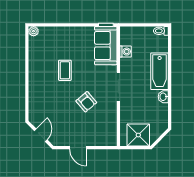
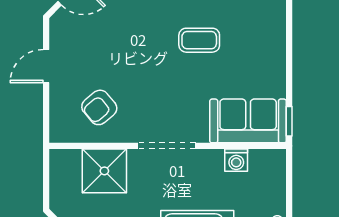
armchair: (86, 102) -> (99, 107), moved
shower: (138, 135) -> (104, 171), moved

